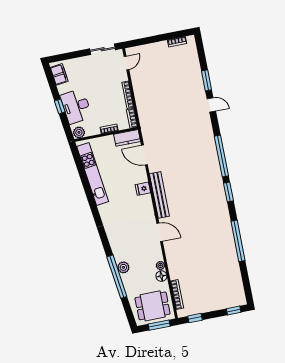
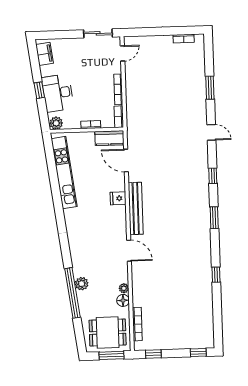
door: (211, 105) -> (211, 132), moved
window: (221, 156) -> (213, 176), width x0.32
window: (238, 241) -> (216, 275), width x0.32

